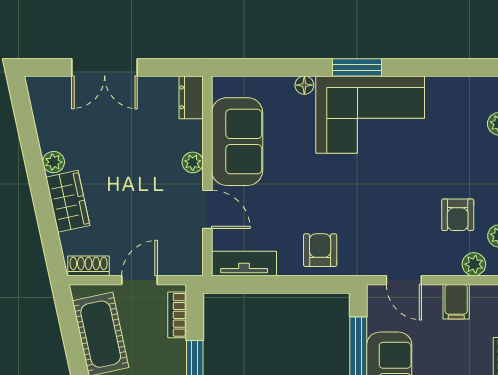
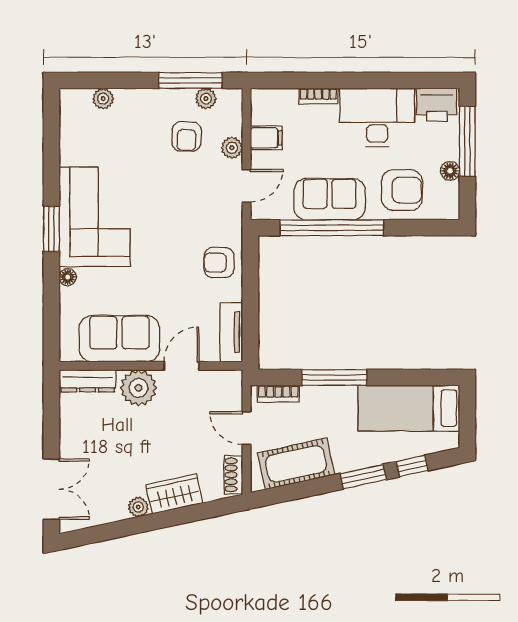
double door: (105, 67) -> (51, 489), moved
dresser: (191, 97) -> (88, 381), width x1.44
plant: (193, 162) -> (139, 388), width x1.88, depth x1.88
armchair: (458, 215) -> (187, 137), turned 92
plant: (474, 264) -> (232, 148), moved

